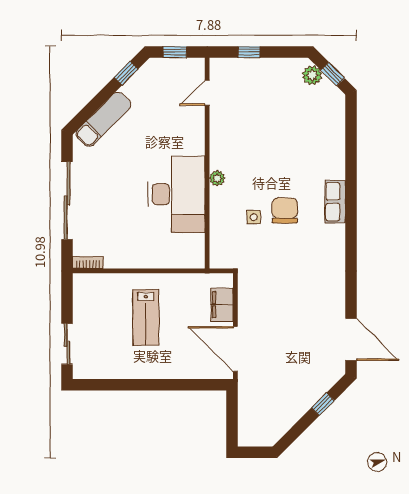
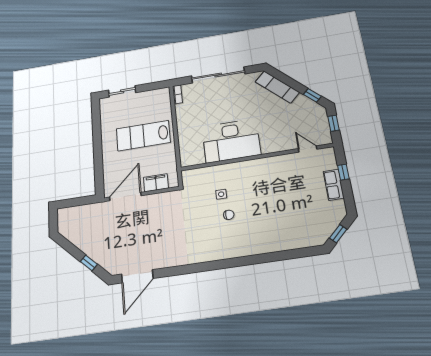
plant: (312, 75) -> (334, 219), removed
plant: (217, 178) -> (246, 165), removed
row of seats: (335, 202) -> (334, 185), moved, turned -90
chair: (285, 210) -> (229, 215), width x0.54, depth x0.54
lab bench: (146, 317) -> (143, 136), width x1.36, depth x1.39

